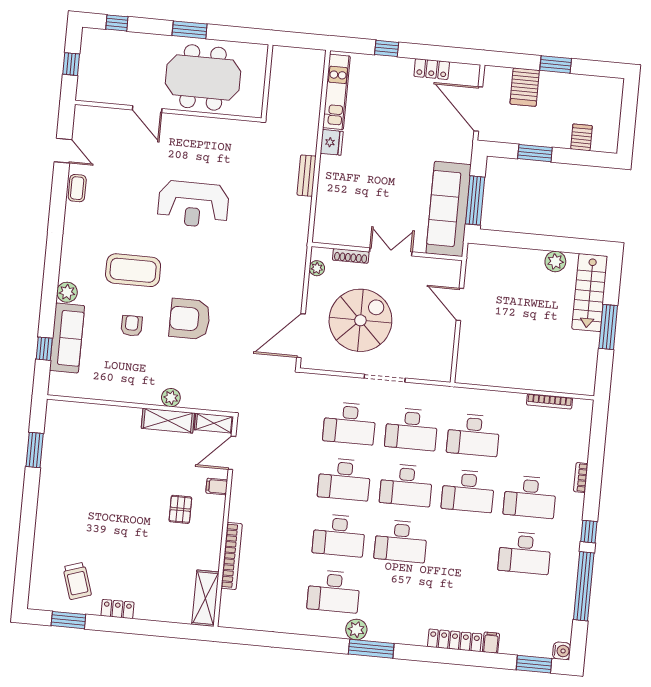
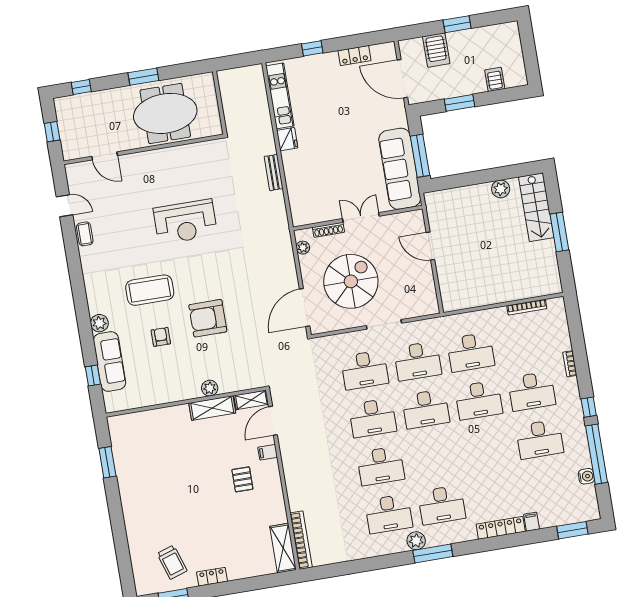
door: (147, 109) -> (105, 156), moved
desk: (401, 541) -> (442, 505), moved
bookcase: (232, 556) -> (301, 540), moved
water cooler: (562, 651) -> (586, 476), moved

